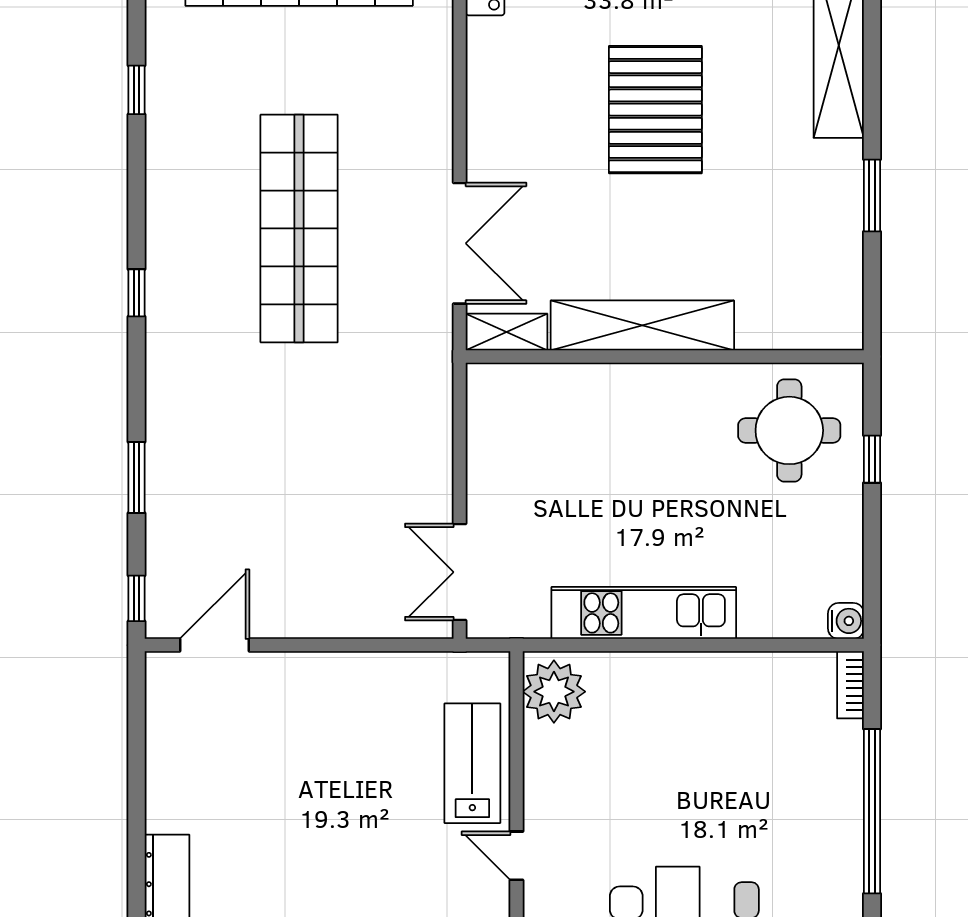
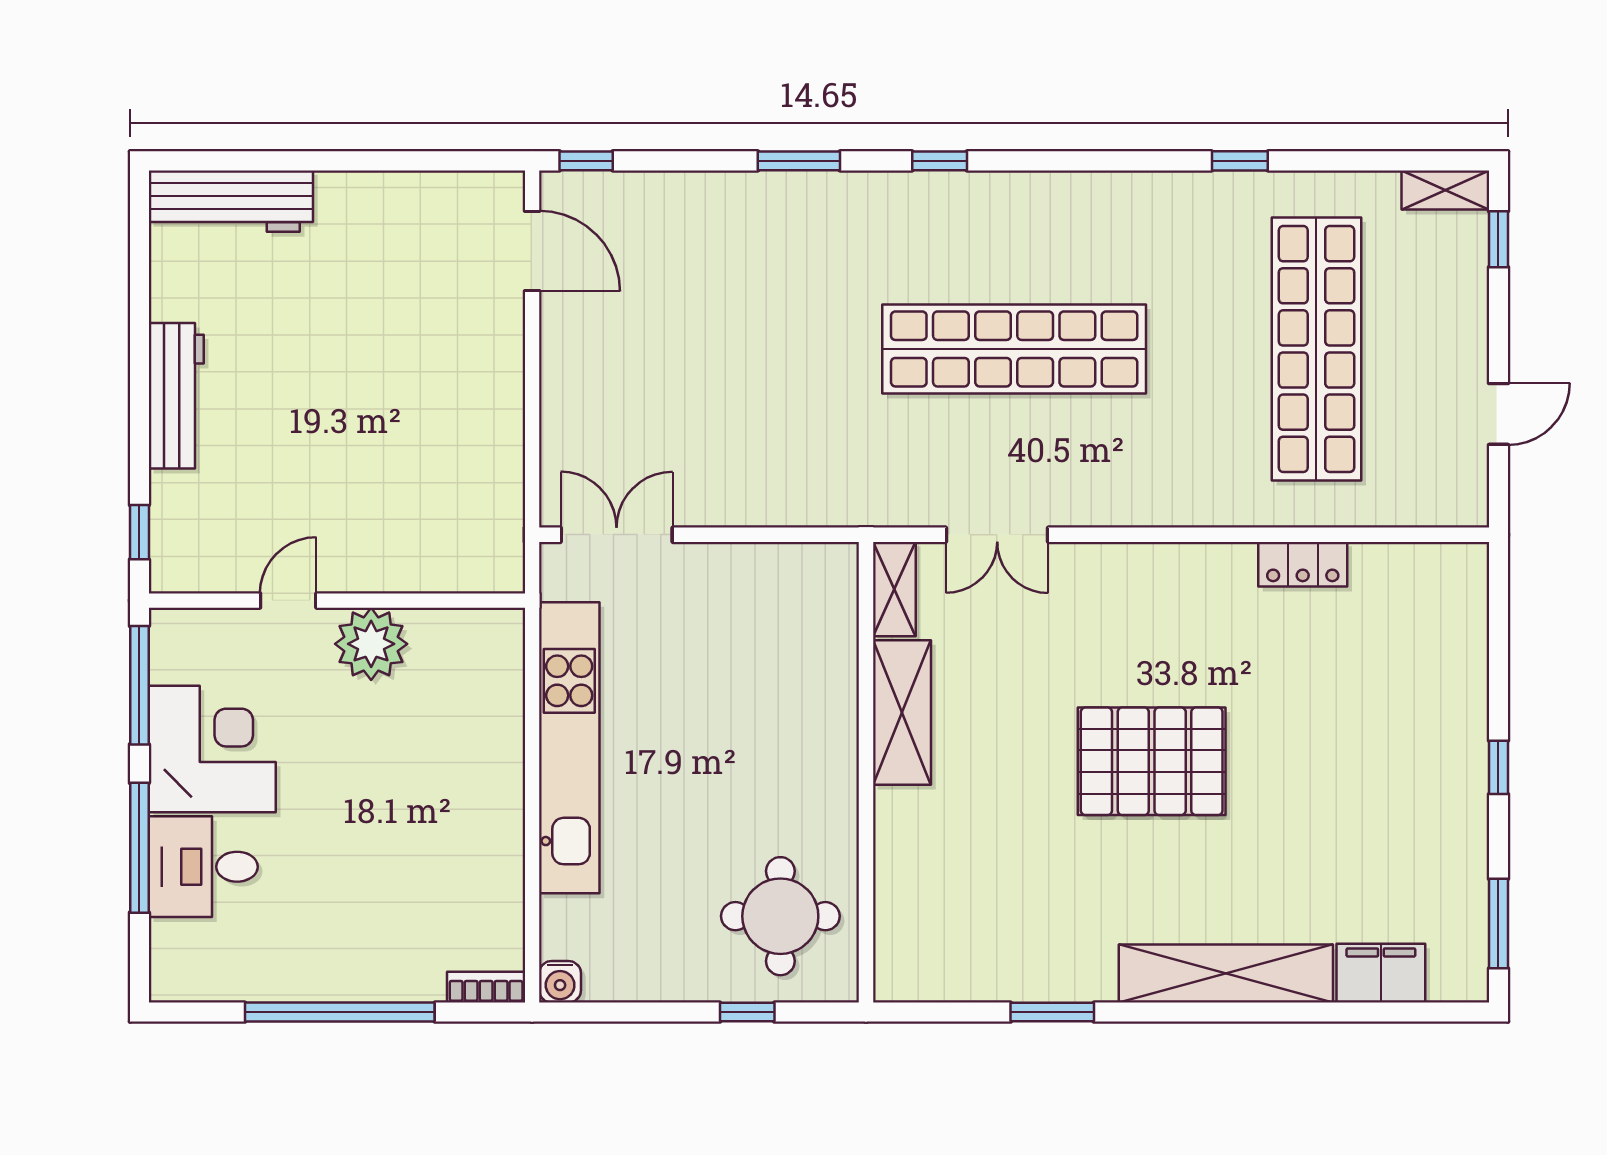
window: (136, 90) -> (1240, 161), moved
double door: (460, 243) -> (997, 535), width x0.73
shelving: (642, 325) -> (902, 712), width x0.68
window: (136, 478) -> (799, 161), moved
kitchen unit: (644, 613) -> (569, 748), width x1.36
plant: (554, 692) -> (371, 644), moved
lab bench: (472, 763) -> (395, 549), removed

